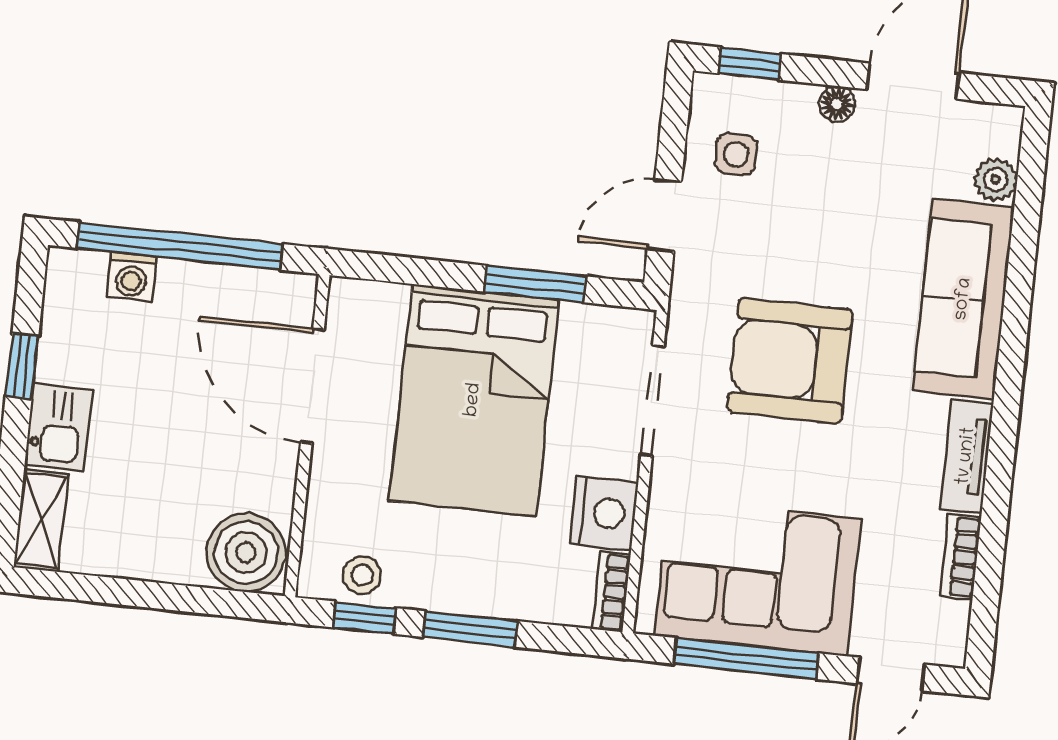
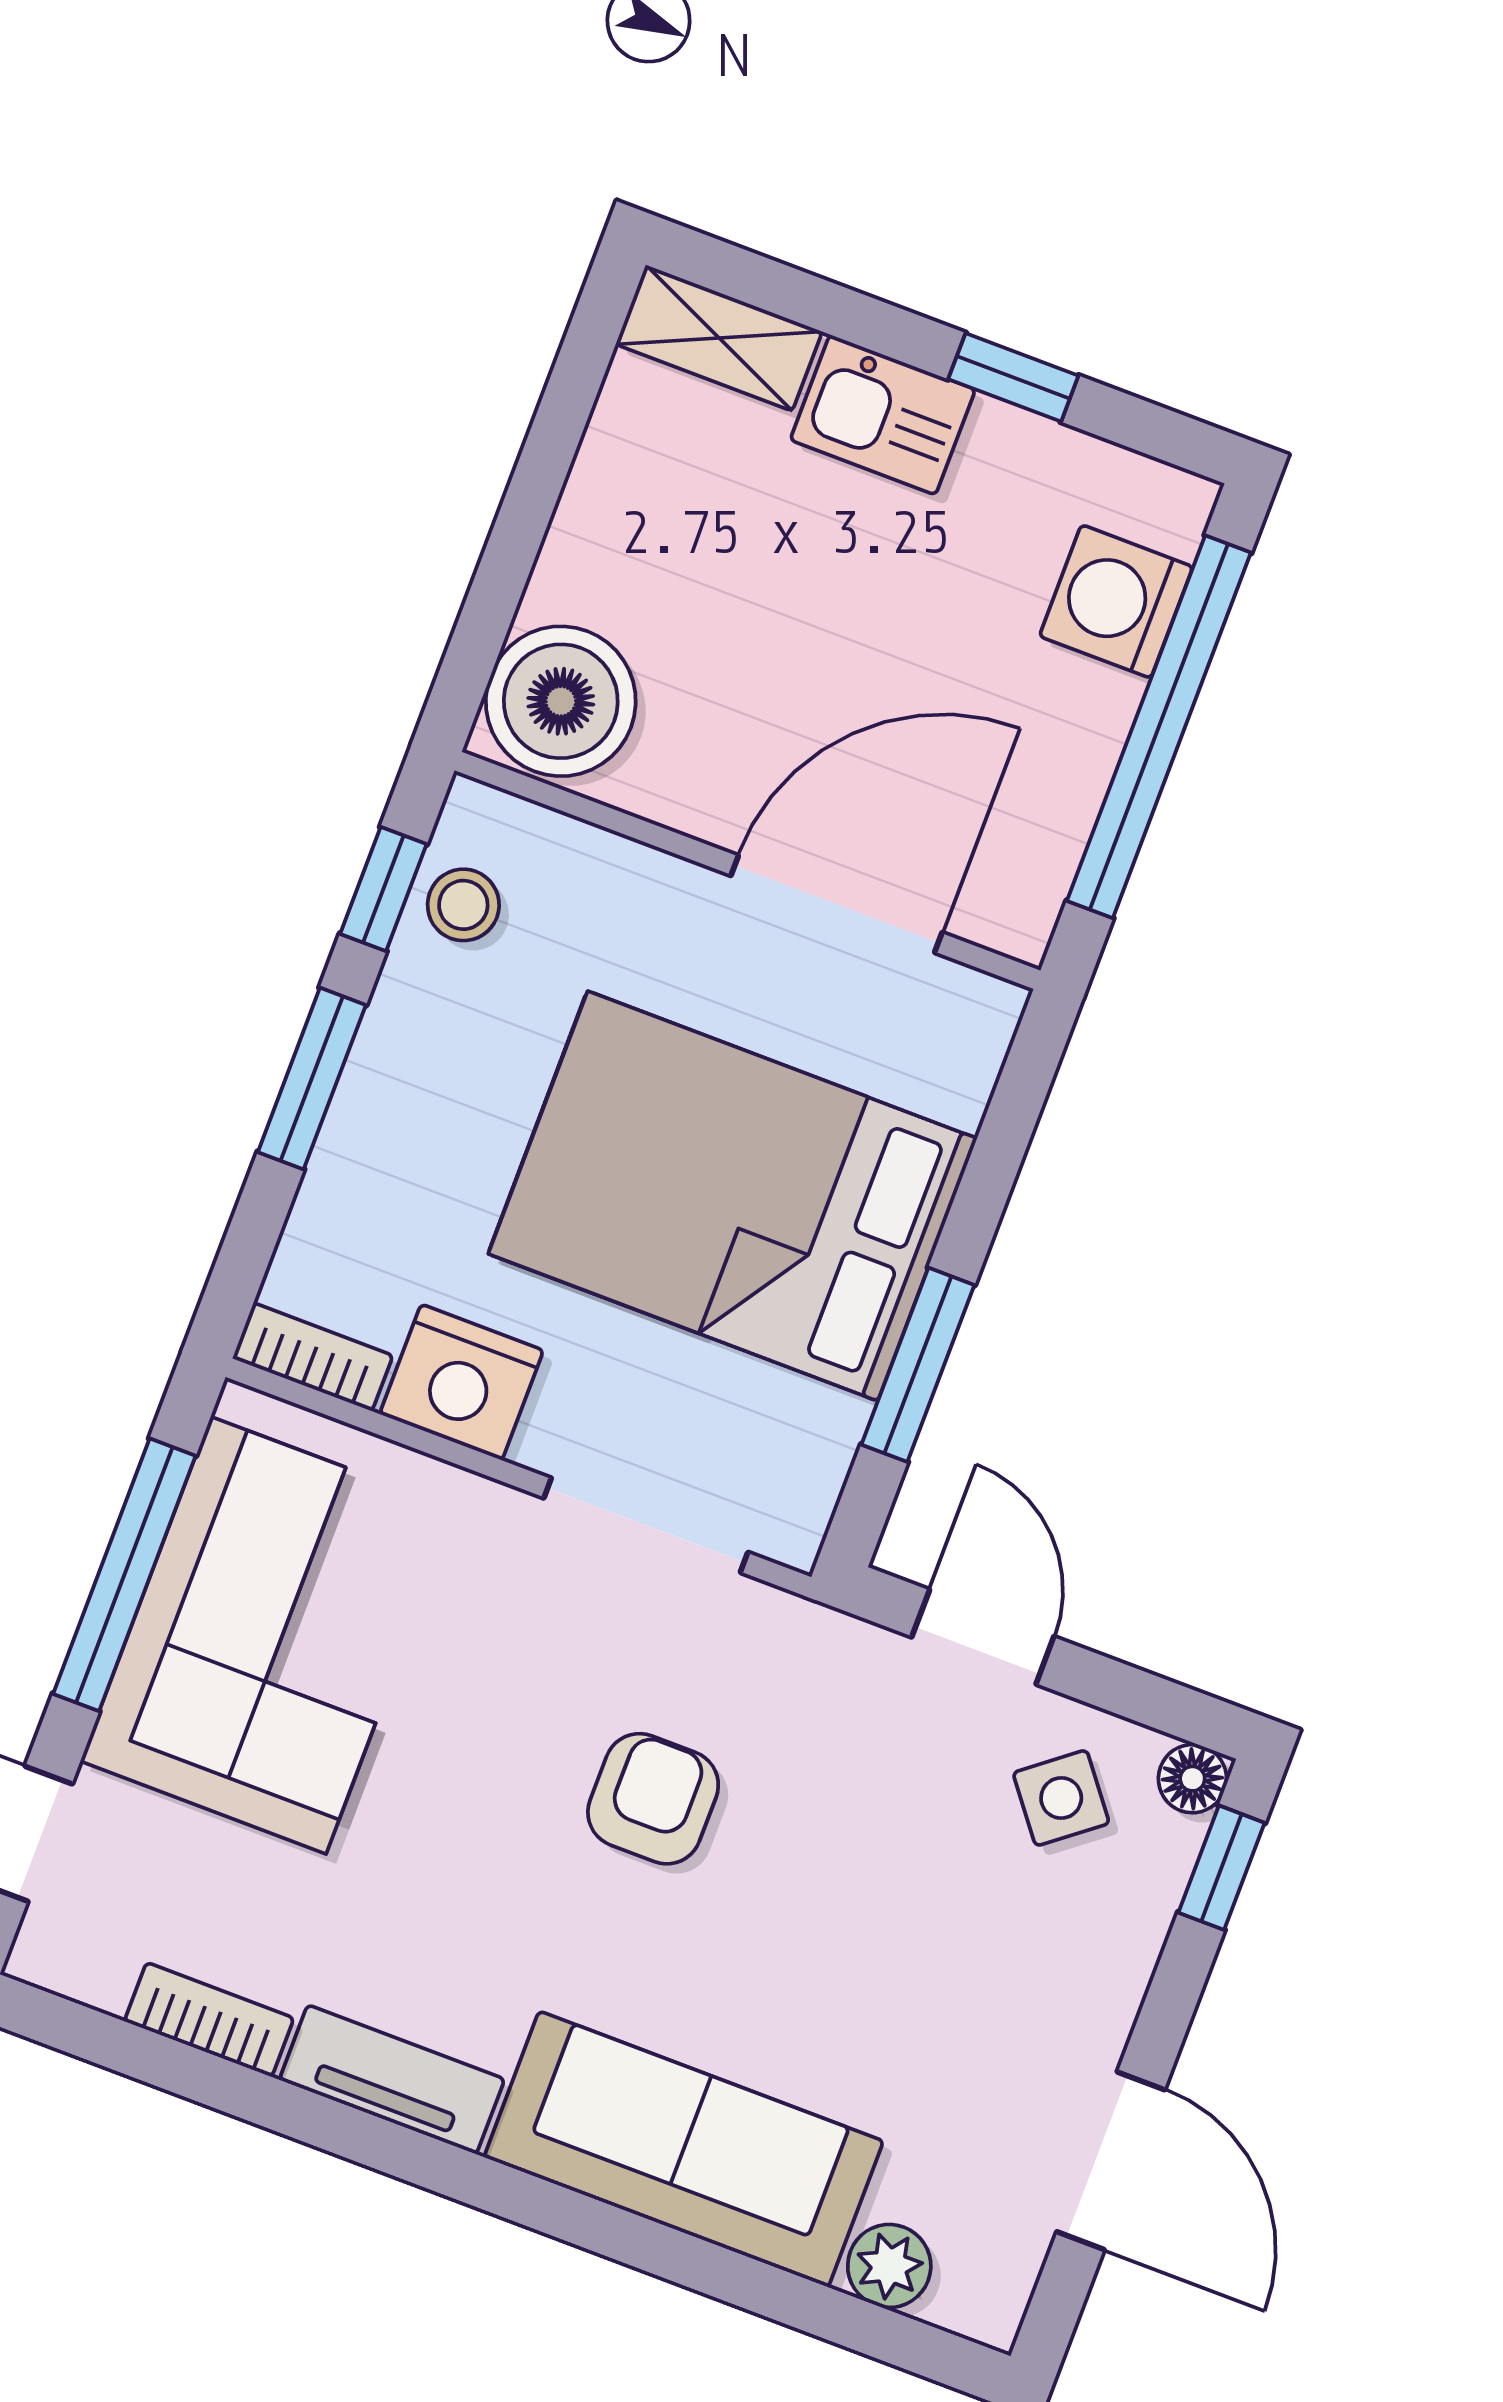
floor lamp: (837, 104) -> (1192, 1779), moved
side table: (736, 154) -> (1061, 1798), turned -38
washing machine: (132, 277) -> (1116, 601), width x1.38, depth x1.38
armchair: (790, 361) -> (653, 1799), width x0.53, depth x0.53

